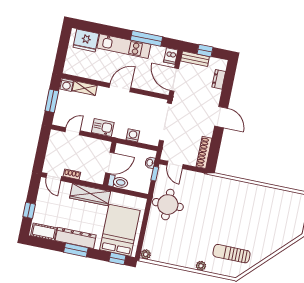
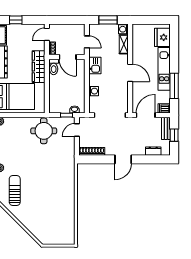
door: (110, 163) -> (68, 57), moved
wall: (110, 164) -> (67, 57), moved
toilet: (118, 182) -> (54, 67), moved

